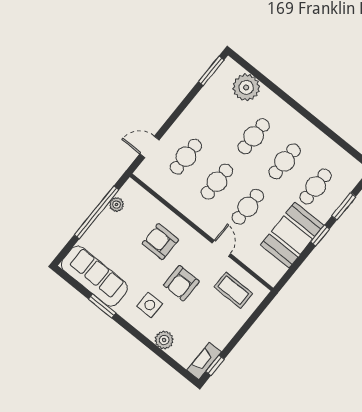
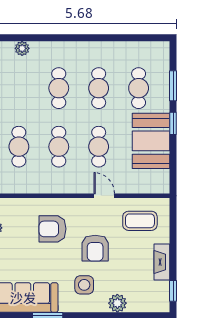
plant: (246, 87) -> (22, 48), width x0.53, depth x0.53
fireplace: (204, 361) -> (162, 262), moved

